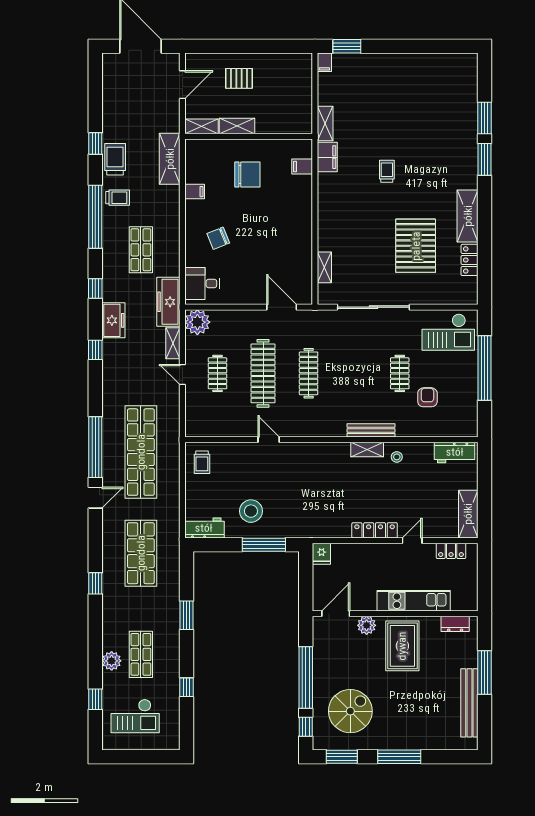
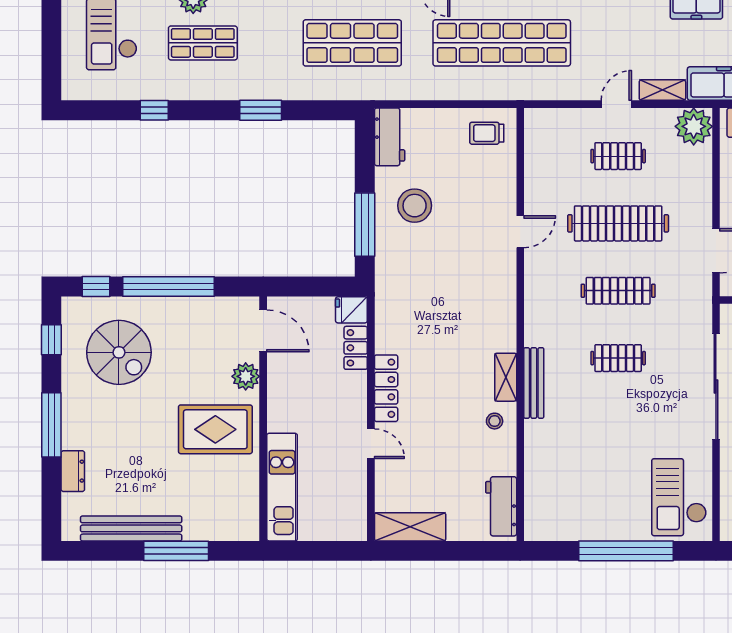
clothes rail: (400, 373) -> (618, 358), moved
armchair: (427, 397) -> (583, 466), removed
locker: (451, 551) -> (356, 348), moved
kitchen unit: (414, 601) -> (282, 487), moved
dresser: (455, 624) -> (73, 471), moved, turned 180
window: (342, 757) -> (51, 340), width x0.67

